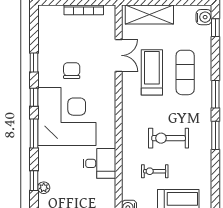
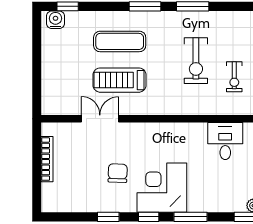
shelving: (149, 14) -> (52, 83), removed
chair: (72, 71) -> (118, 173), turned 92
corner desk: (67, 116) -> (162, 188), width x0.74, depth x0.74

